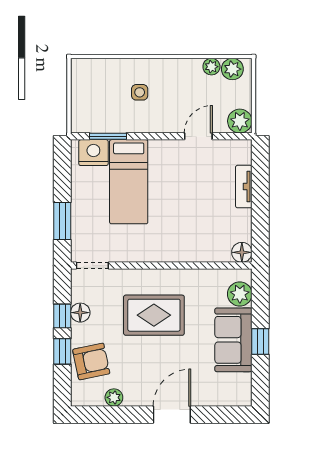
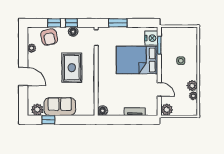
plant: (232, 69) -> (192, 86), moved
bed: (129, 182) -> (137, 60), width x1.50
plant: (240, 294) -> (37, 110), moved
window: (260, 341) -> (48, 120), moved

